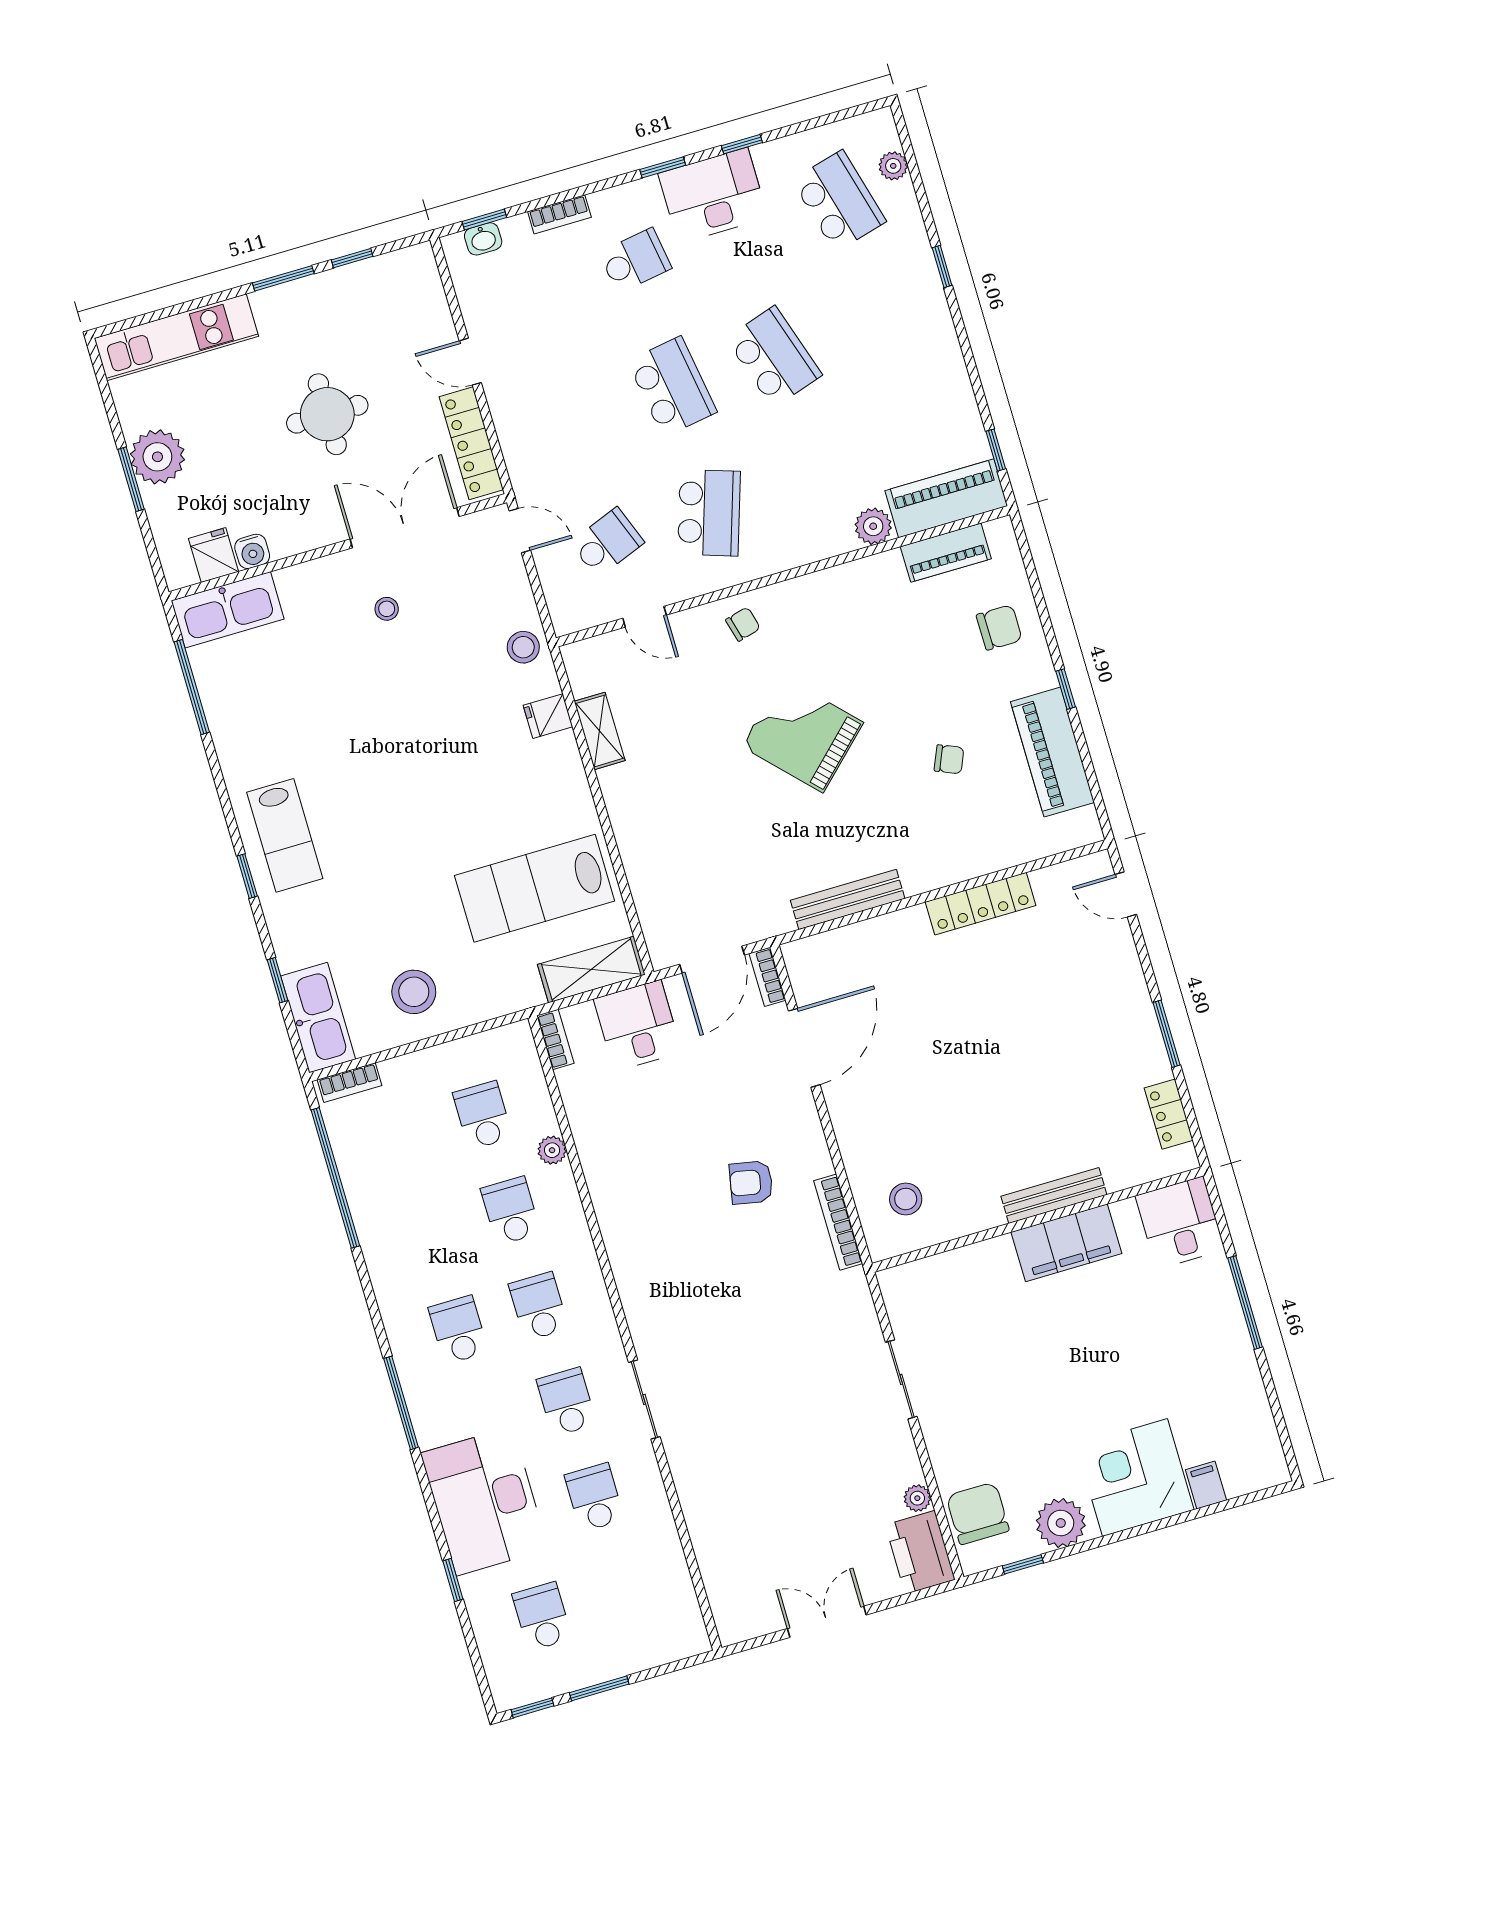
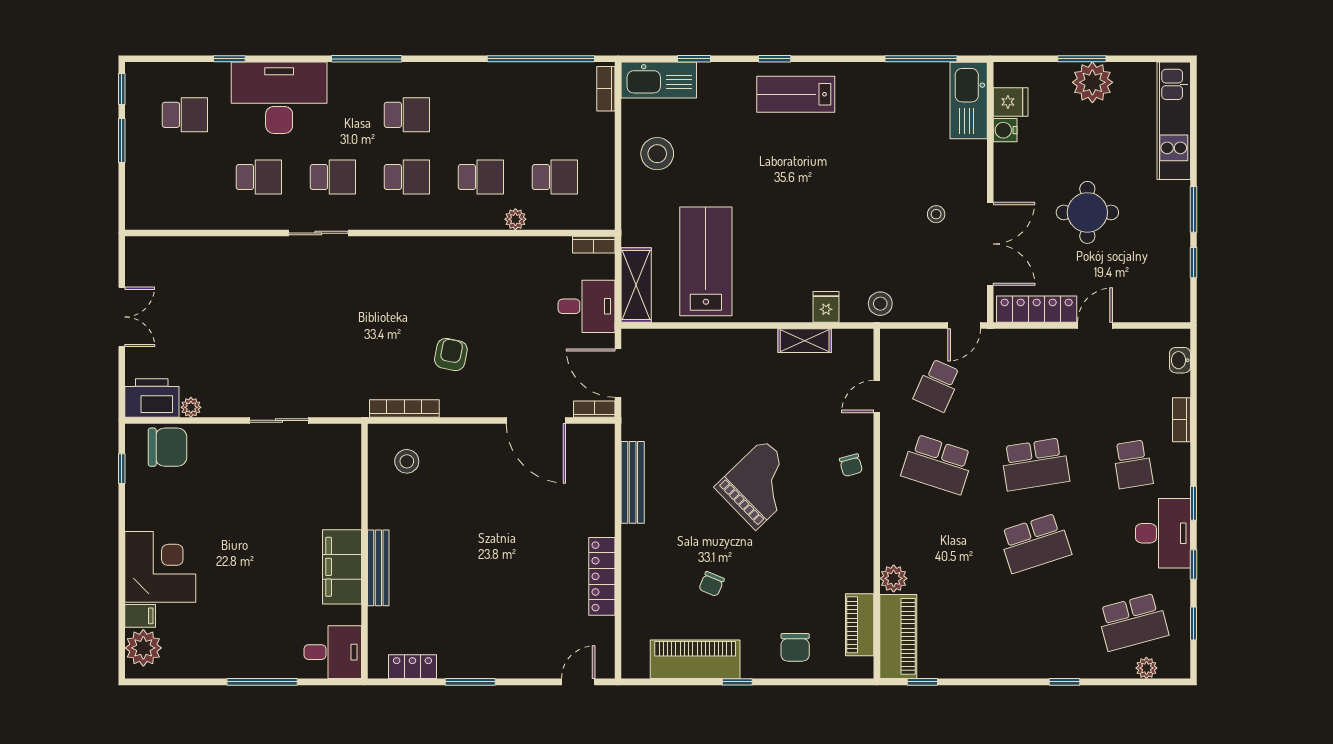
window: (484, 220) -> (1194, 624), moved
school desk: (607, 543) -> (937, 385), turned 45
plant: (1061, 1523) -> (143, 648), moved

